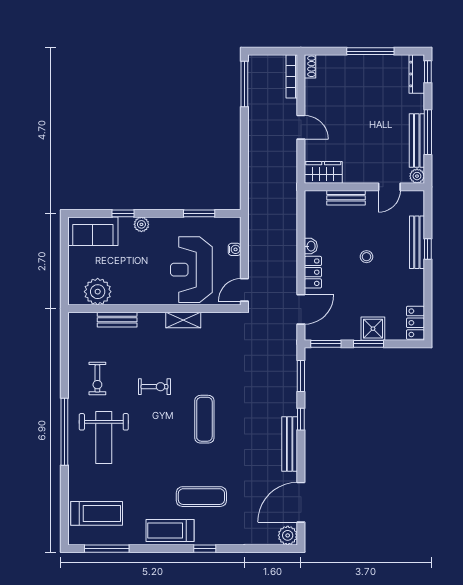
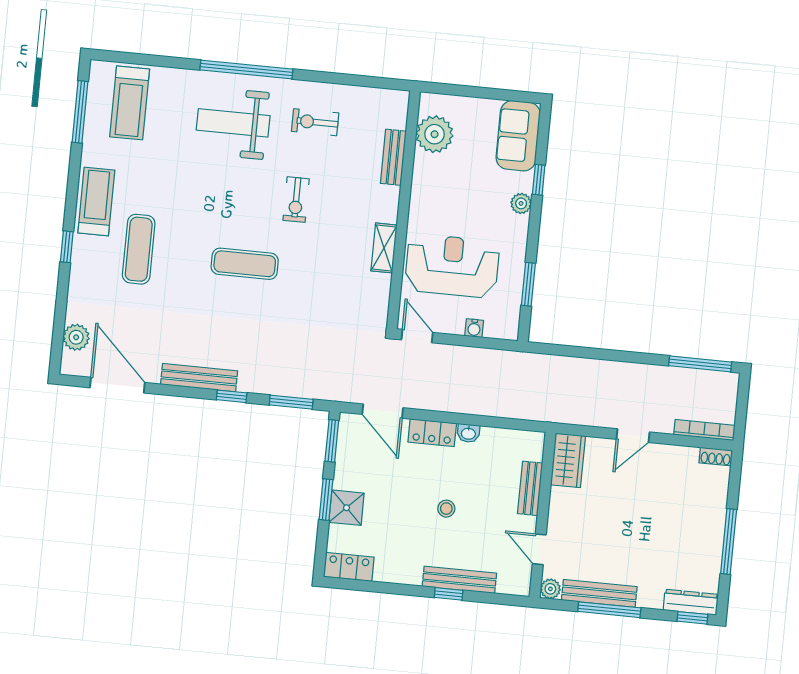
plant: (288, 535) -> (76, 337), moved

